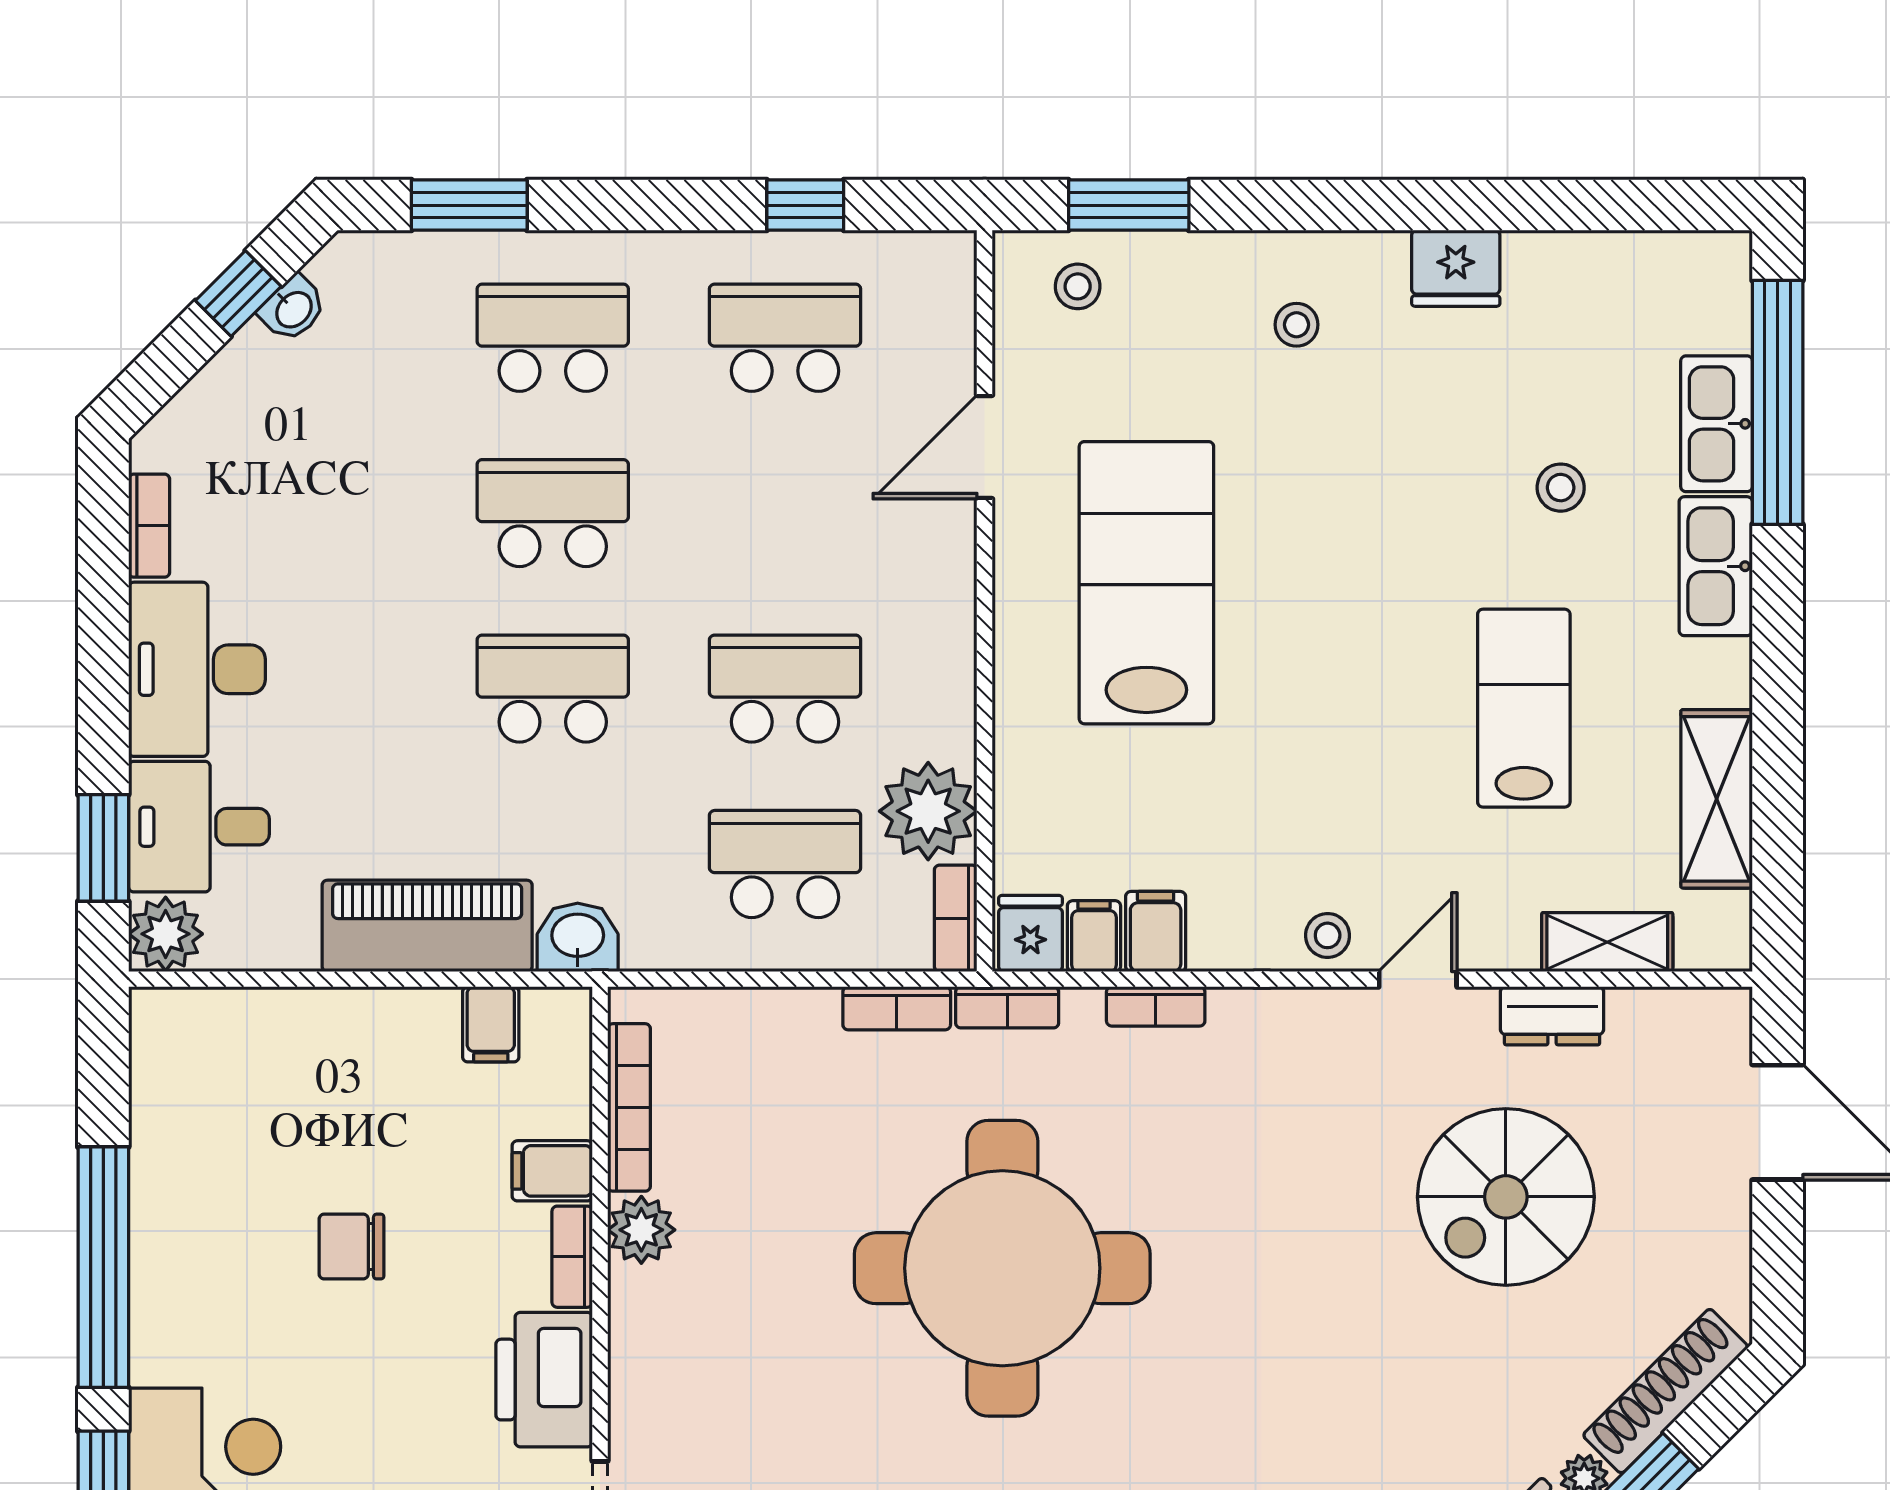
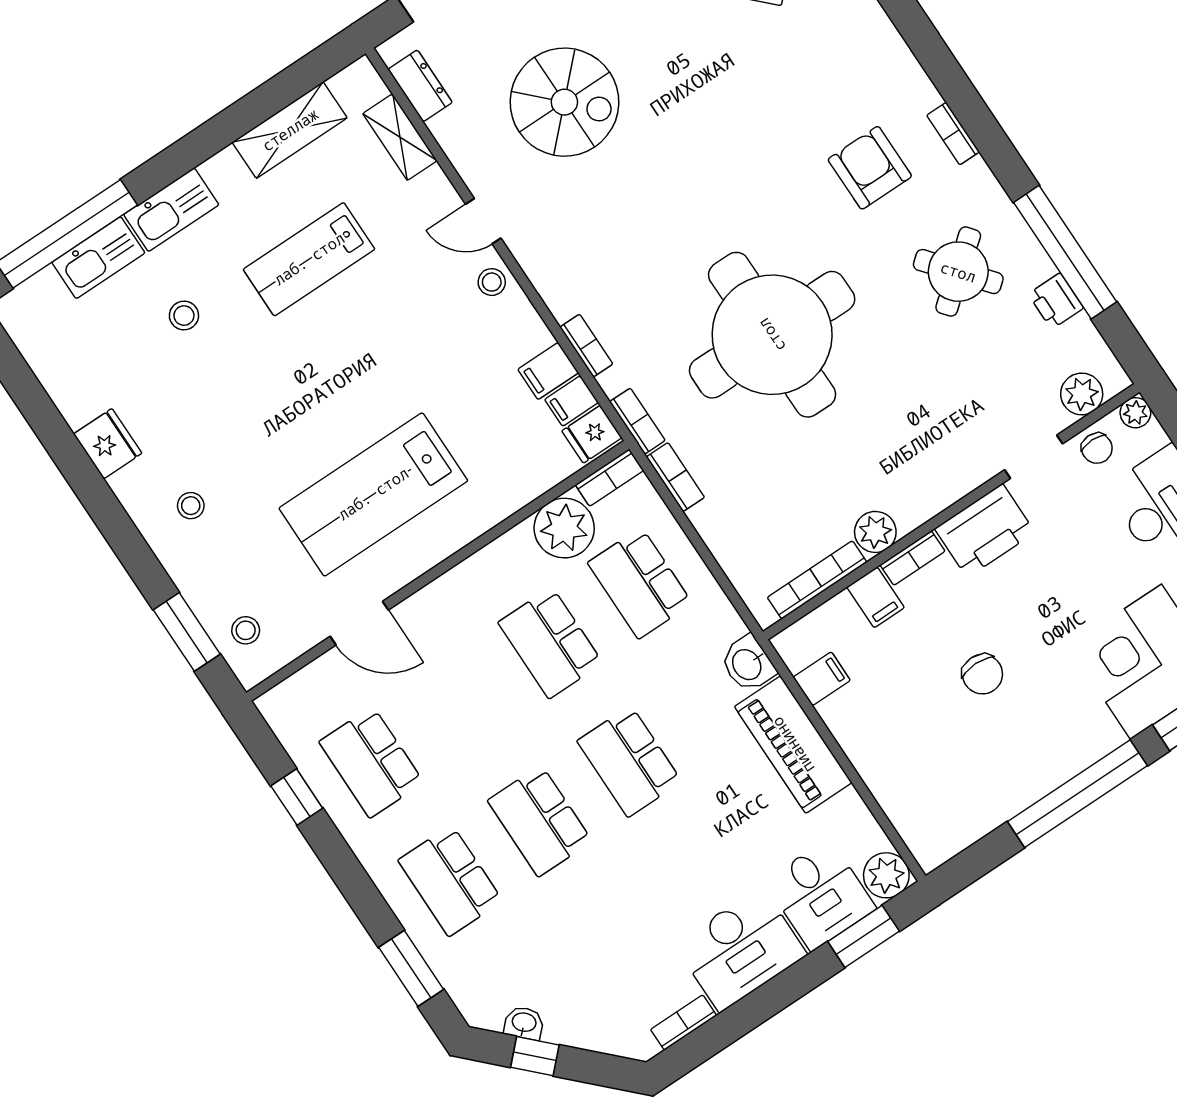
dresser: (1552, 1016) -> (420, 86), moved

